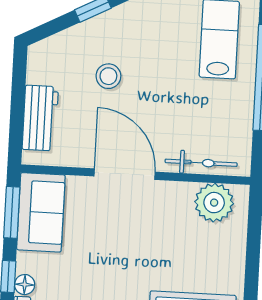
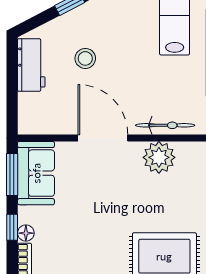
workbench: (40, 118) -> (31, 65), moved
plant: (214, 203) -> (159, 157), moved

